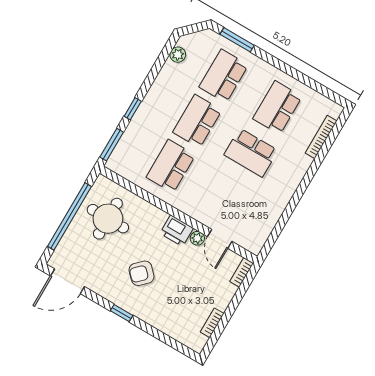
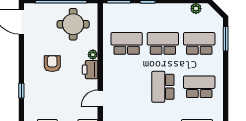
plant: (197, 238) -> (93, 55), moved
armchair: (142, 273) -> (52, 64), turned 45
window: (122, 313) -> (21, 91), moved

